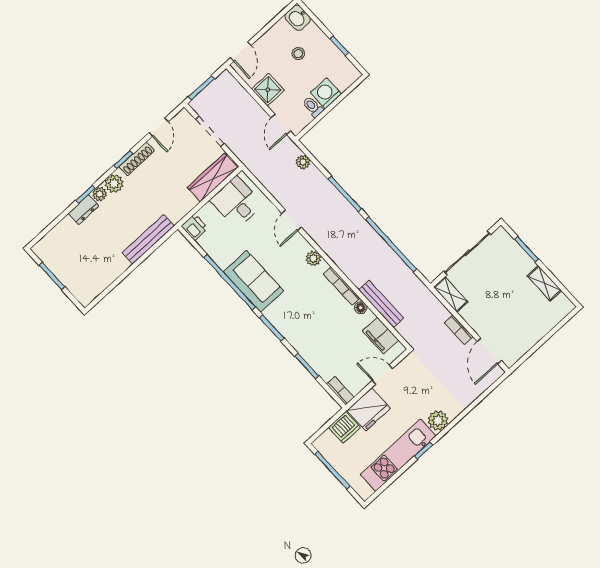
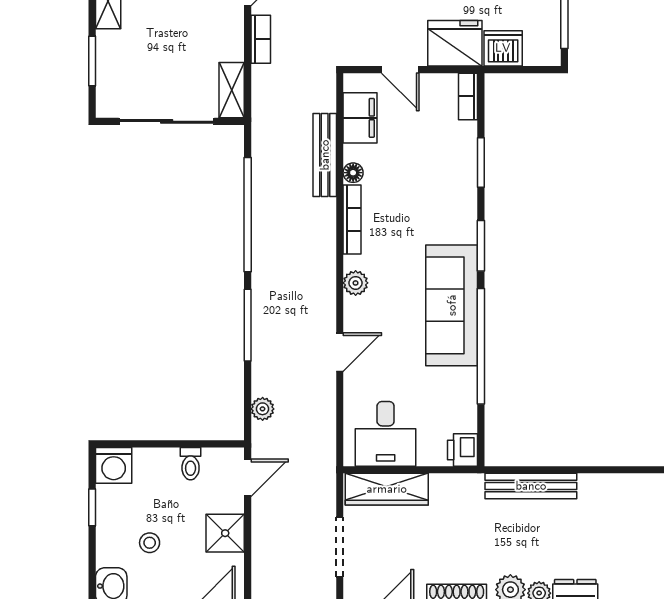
washing machine: (326, 93) -> (114, 465), moved
sofa: (253, 281) -> (452, 305), width x1.36

